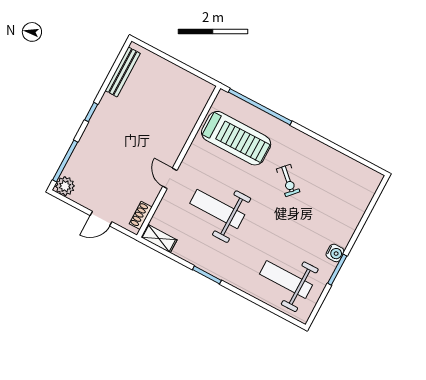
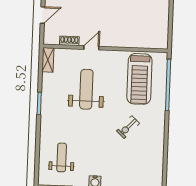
shoe rack: (141, 215) -> (69, 41), moved
door: (101, 219) -> (43, 15), swing flipped
weight bench: (286, 279) -> (62, 157), width x0.73, depth x0.75

